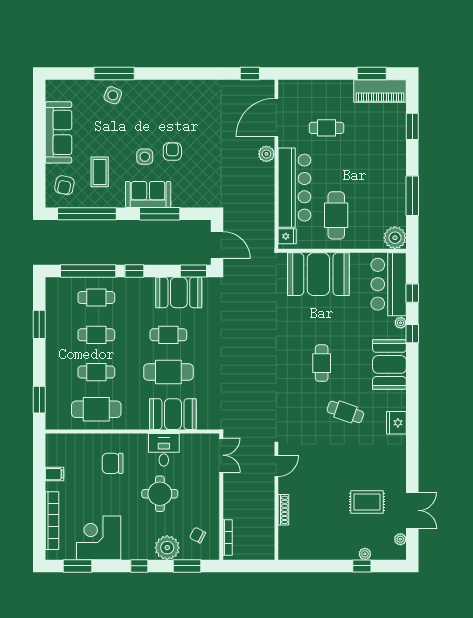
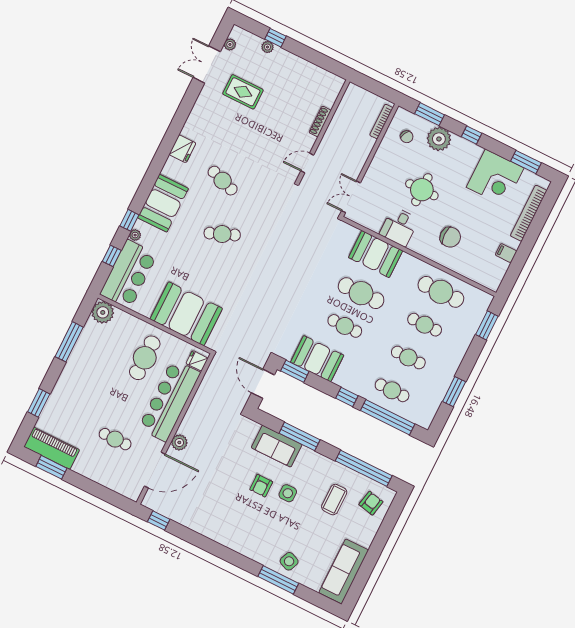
sofa: (58, 132) -> (344, 571), moved
sofa: (148, 195) -> (277, 446), moved
cafe table: (322, 363) -> (222, 234), turned 68

